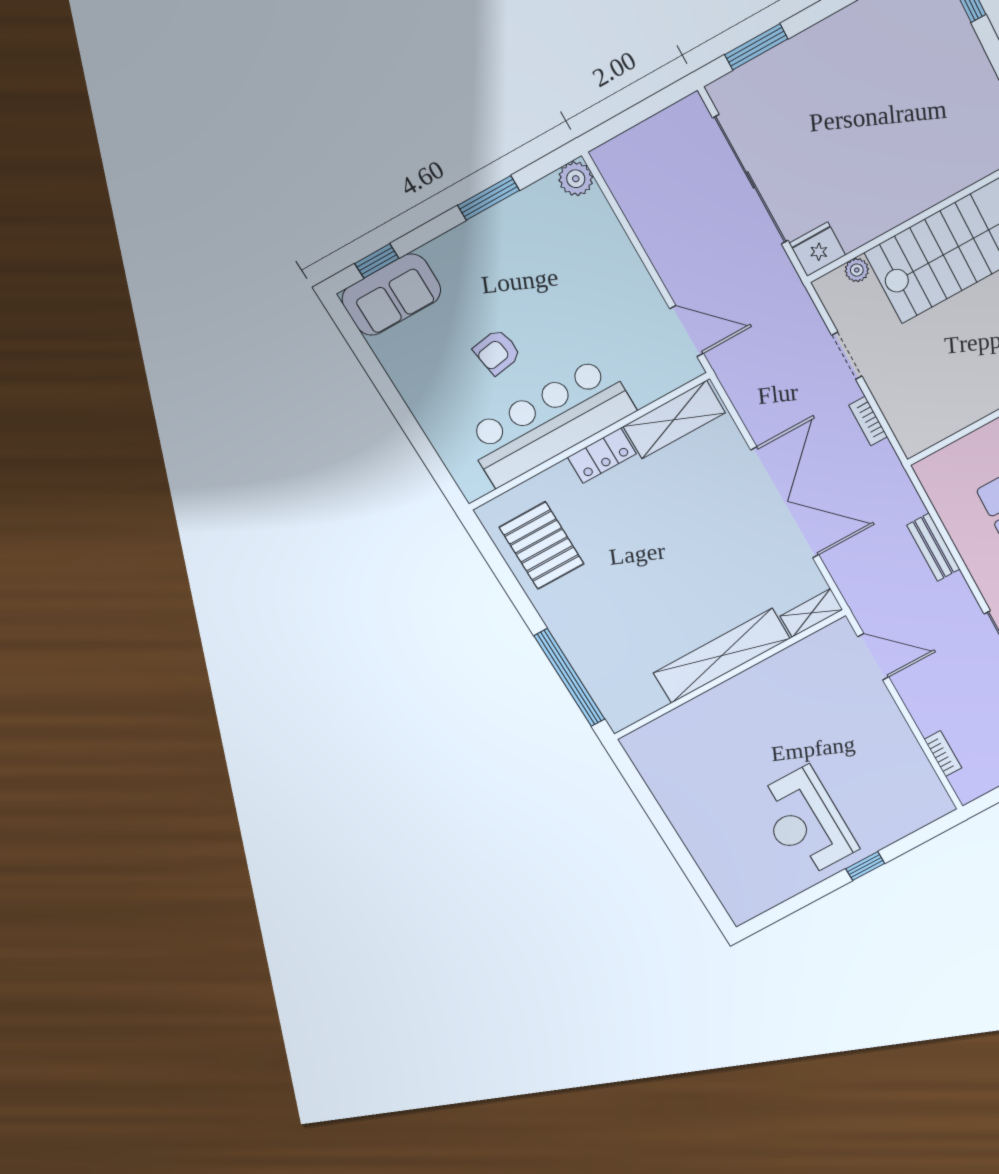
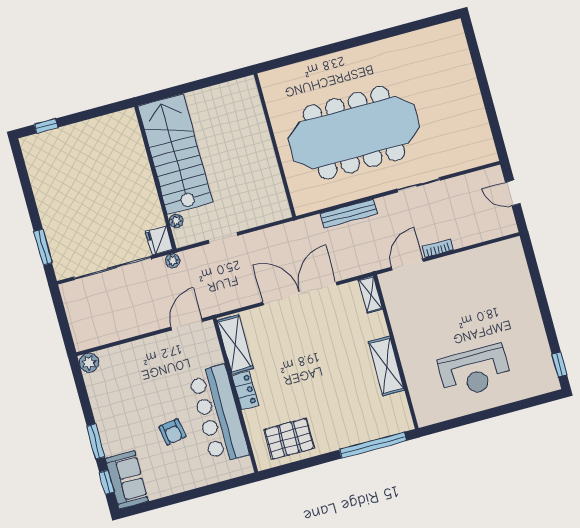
window: (488, 198) -> (96, 442), moved
plant: (788, 281) -> (173, 261), added
bookcase: (868, 421) -> (264, 234), removed
bench: (933, 547) -> (349, 214), width x1.36
shelving: (722, 656) -> (386, 366), width x0.68
bookcase: (943, 754) -> (438, 248), moved
reception desk: (805, 822) -> (475, 371), moved
window: (865, 866) -> (559, 365), moved

